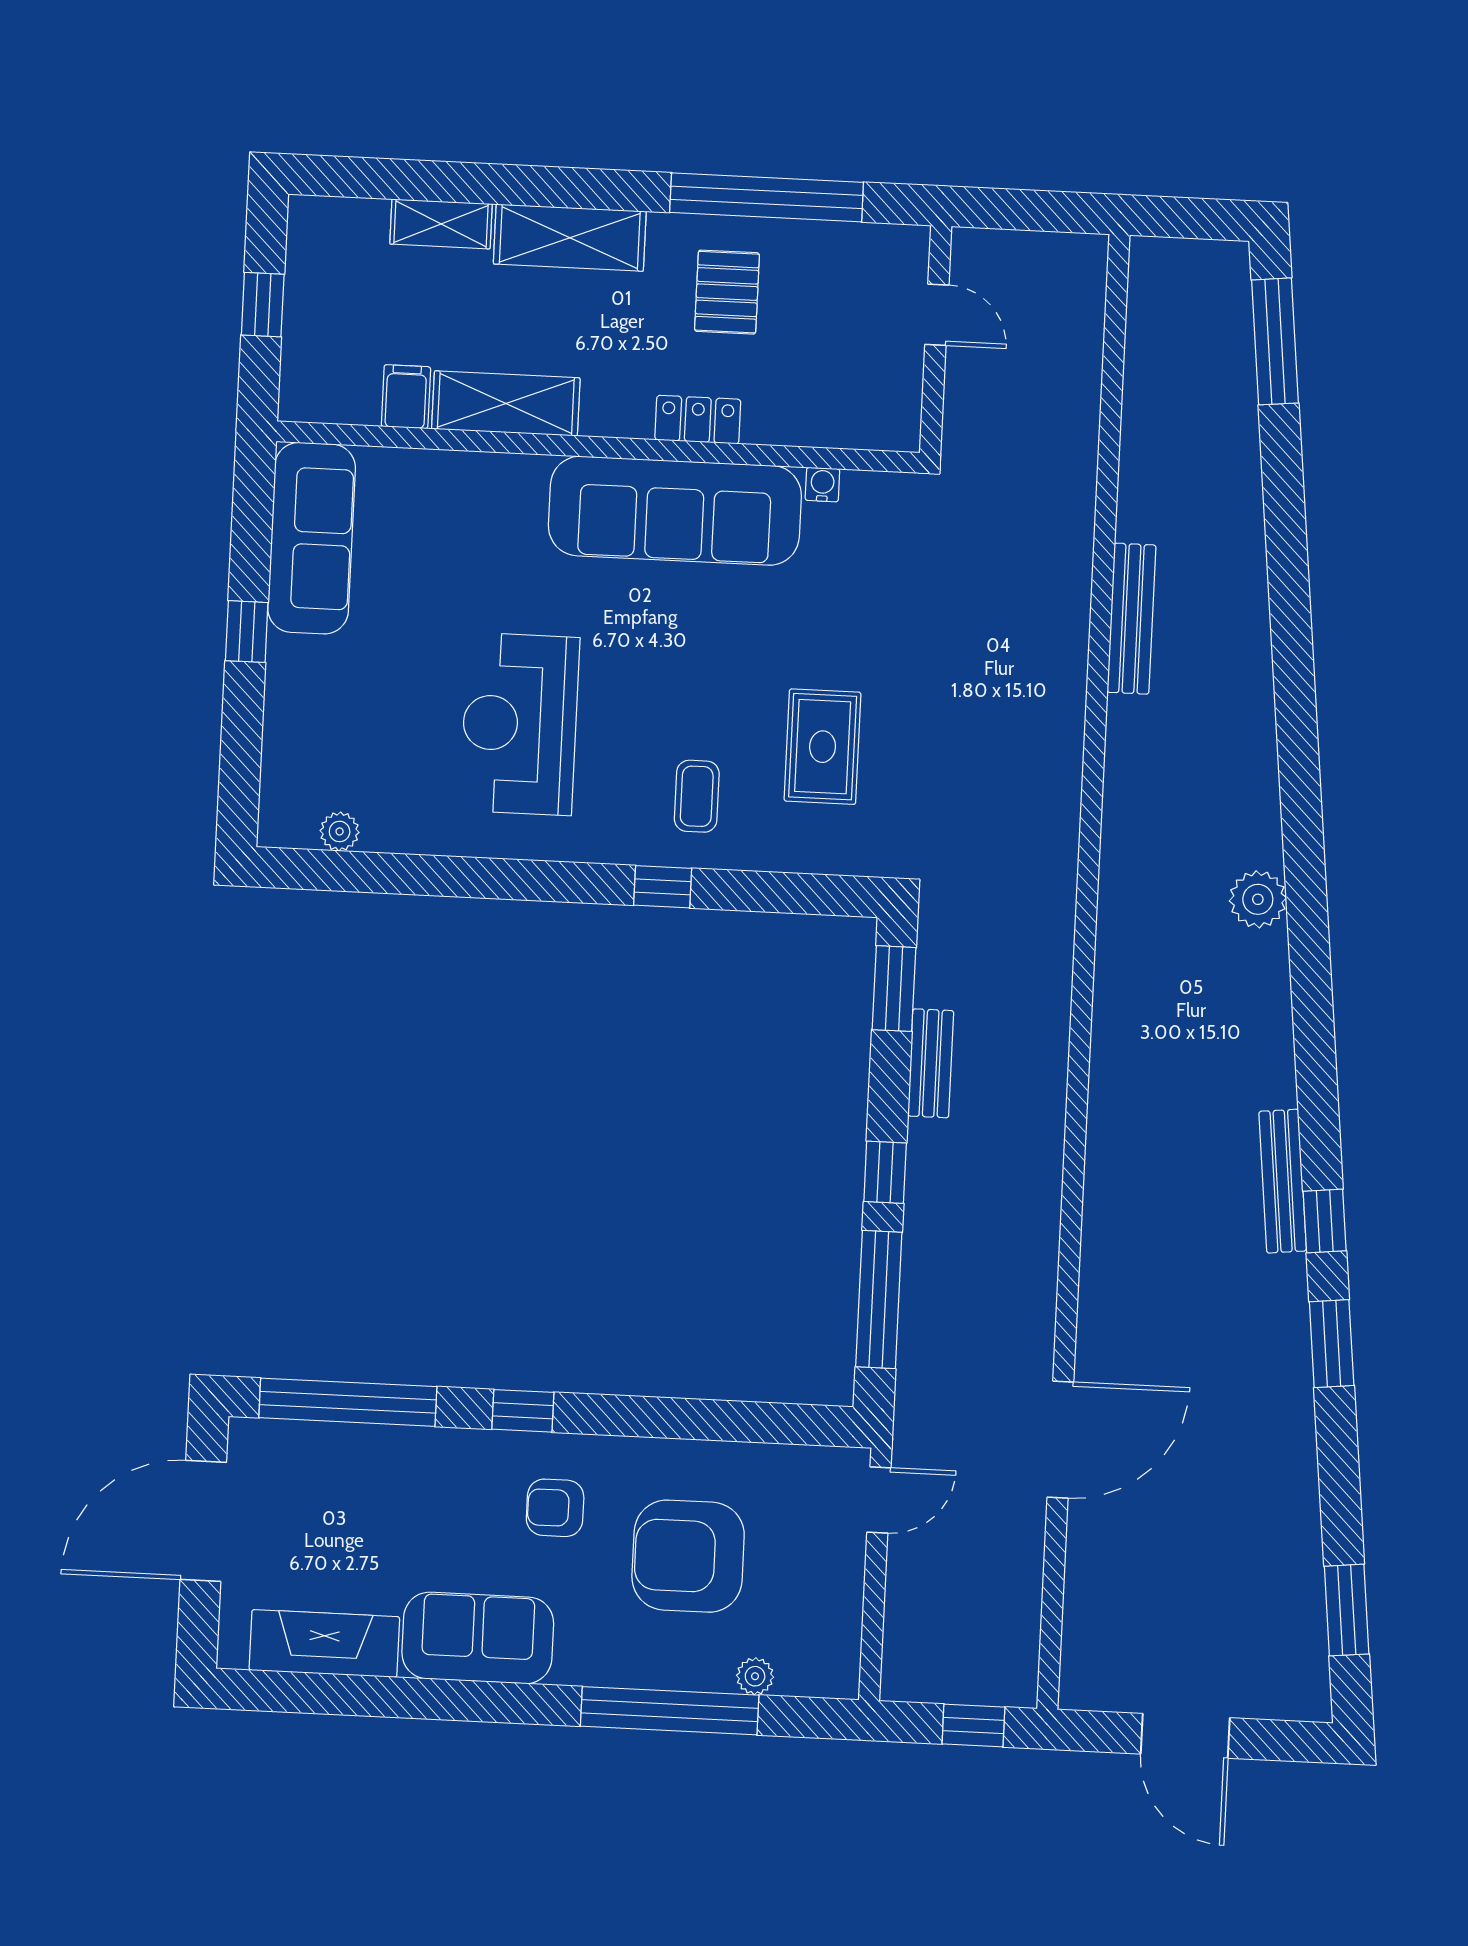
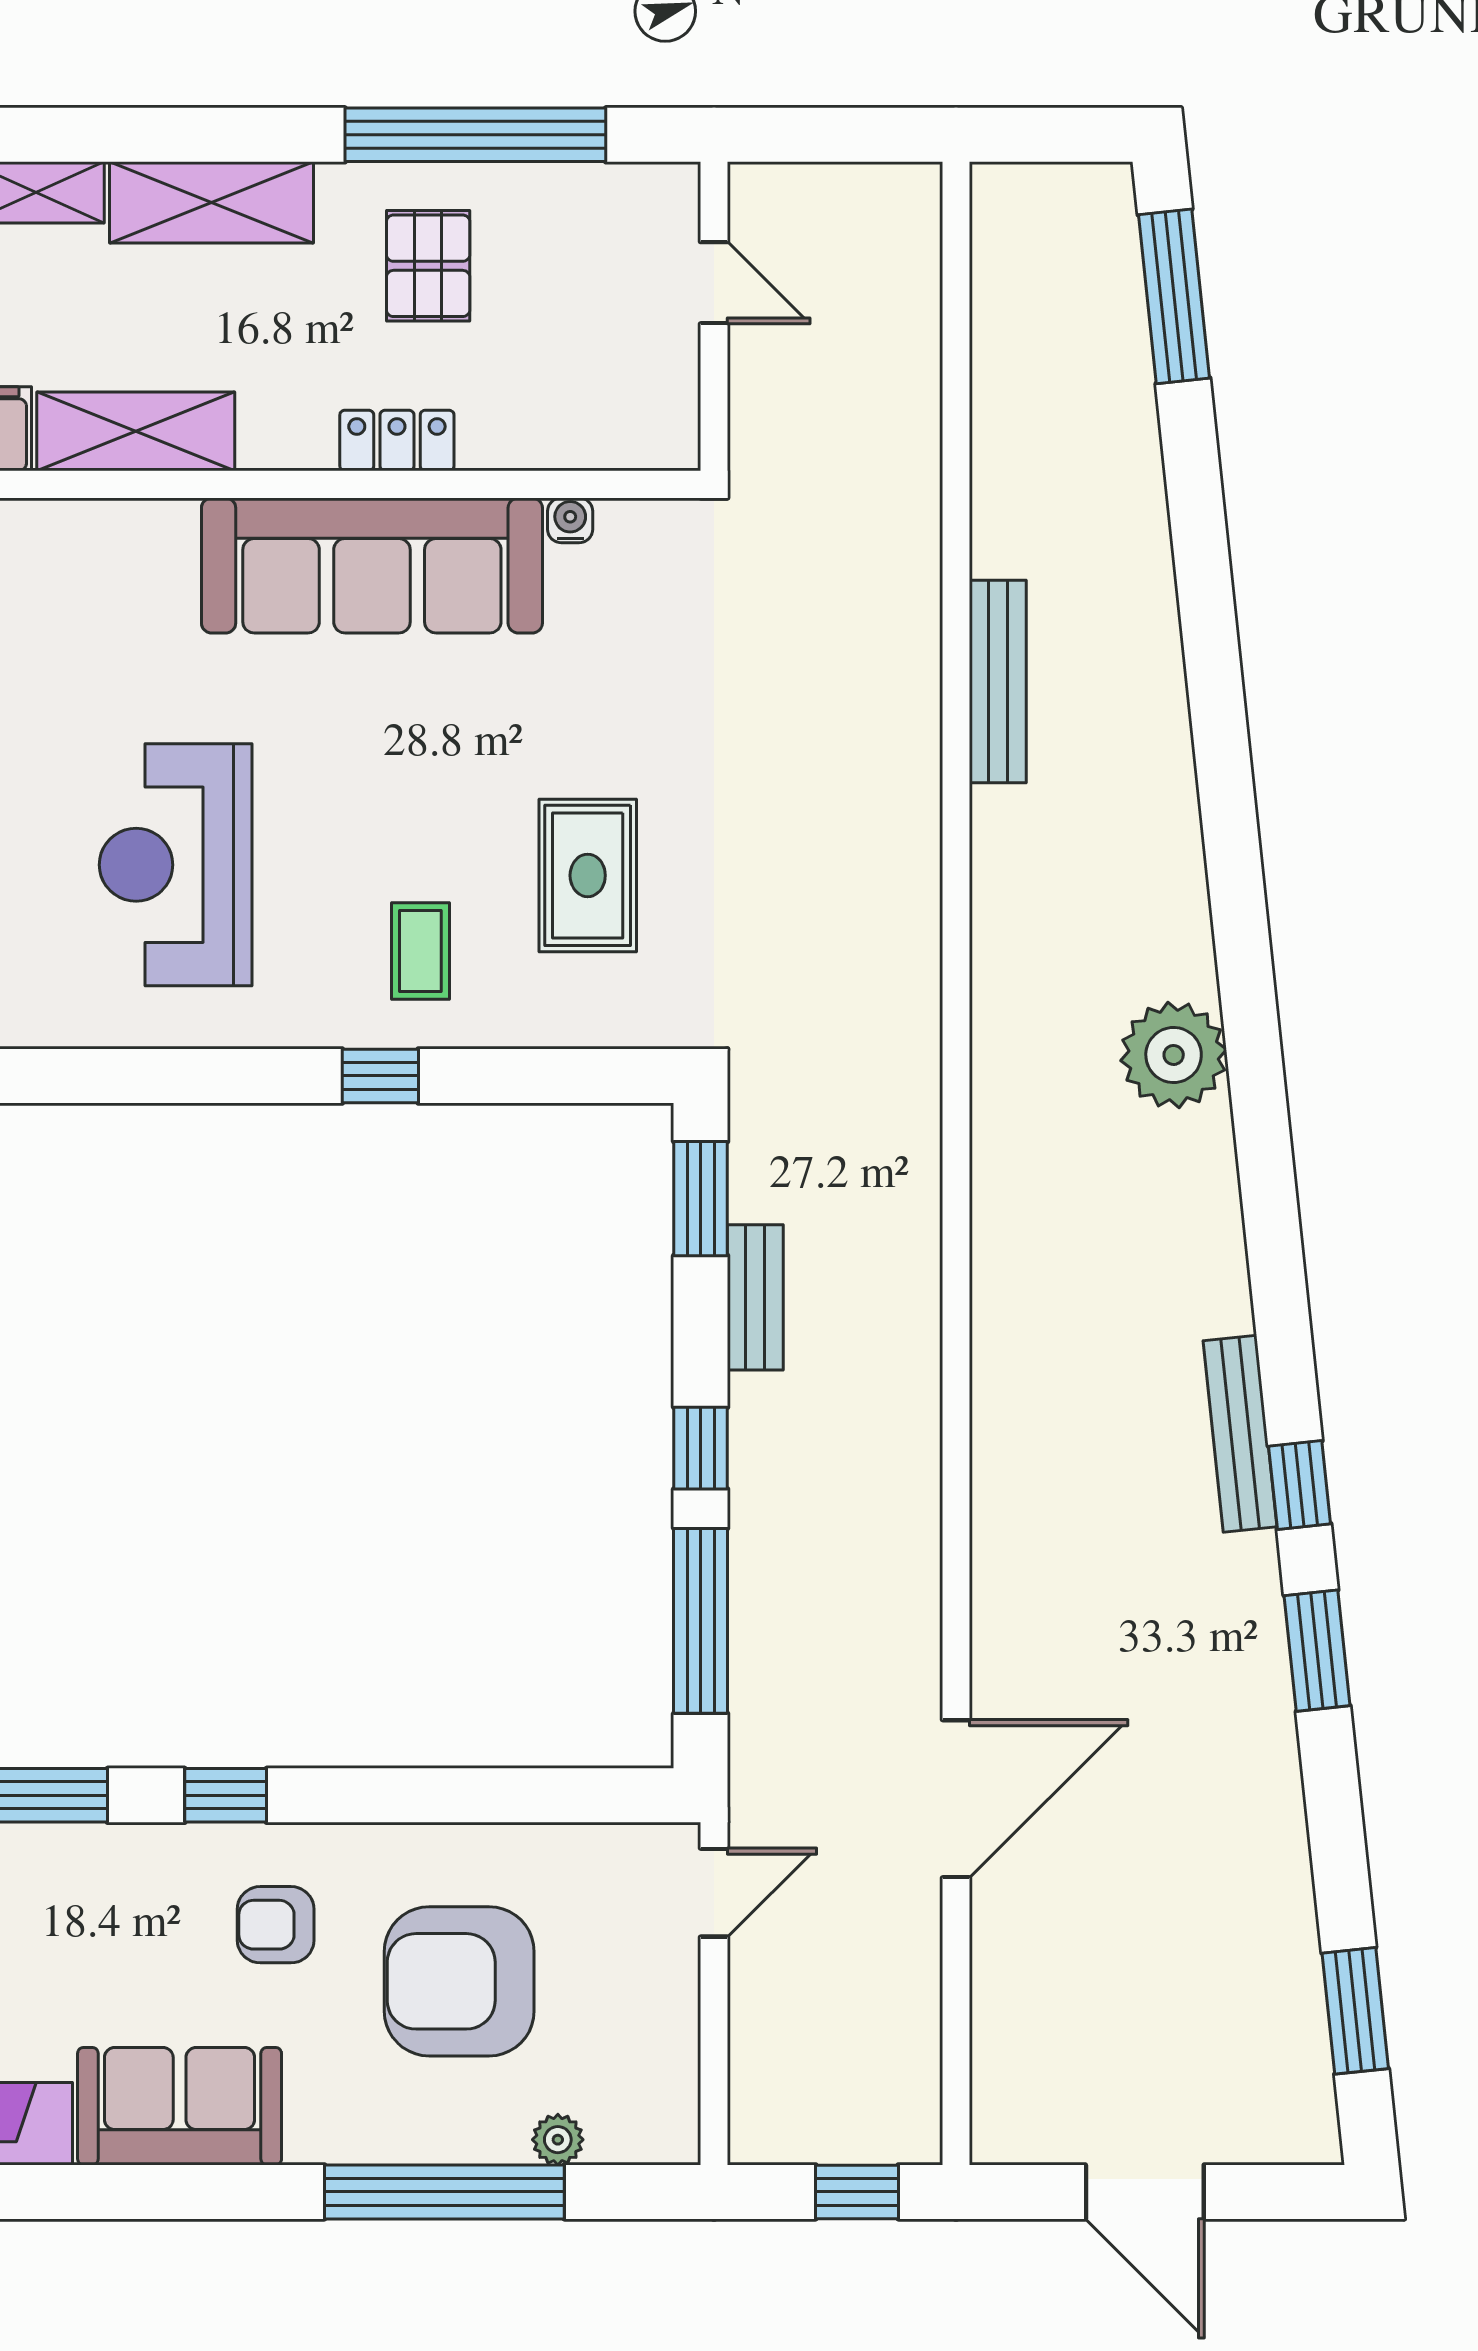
plant: (1258, 899) -> (1174, 1055), width x1.36, depth x1.36

